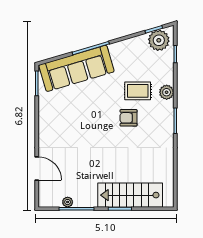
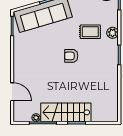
armchair: (129, 118) -> (71, 56), moved
stairs: (130, 195) -> (66, 112), moved

